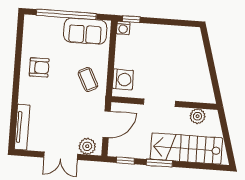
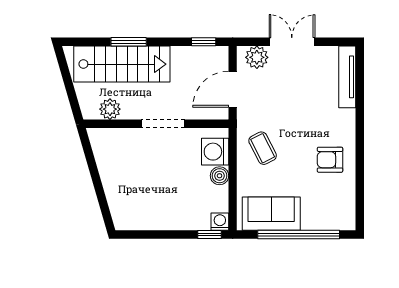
boiler: (121, 62) -> (220, 176), added
window: (159, 163) -> (129, 42), moved

